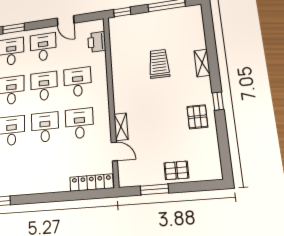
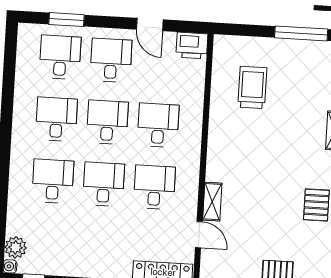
window: (122, 12) -> (236, 30), removed
printer: (97, 42) -> (192, 45), moved, turned -90
trolley: (159, 64) -> (252, 87), moved

